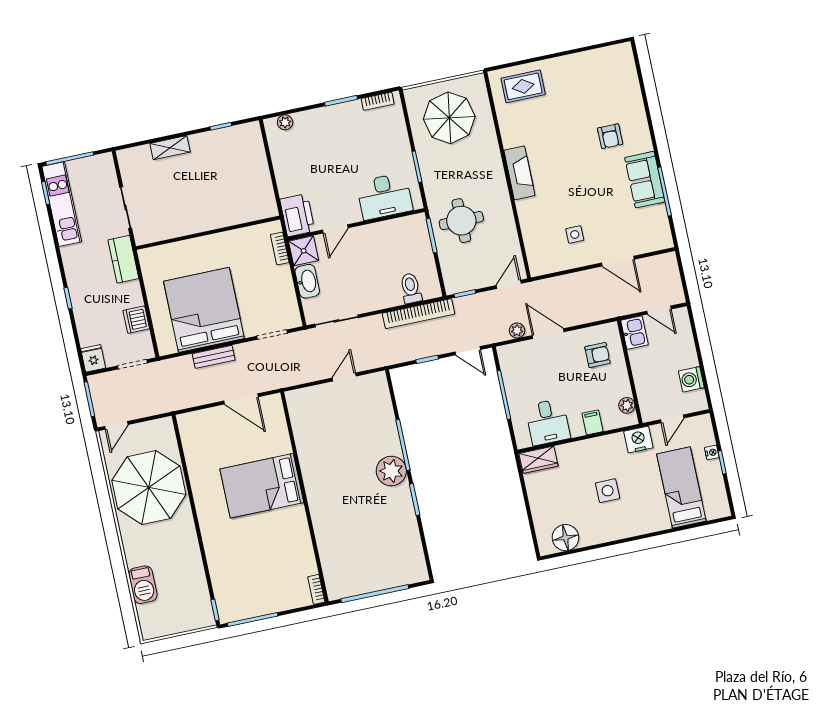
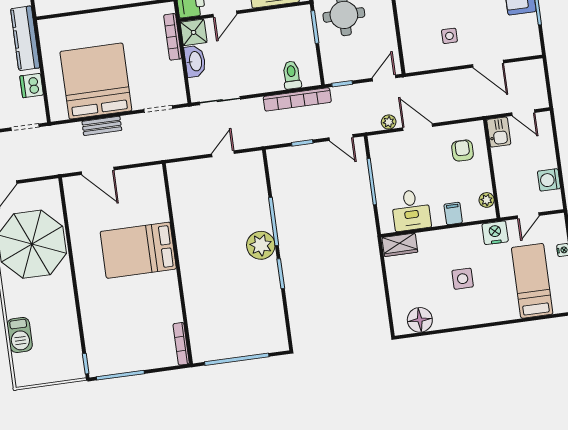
bookcase: (280, 248) -> (173, 37), width x1.56
kitchen counter: (123, 259) -> (25, 38), width x1.50
armchair: (598, 355) -> (463, 151), turned -90
door: (241, 399) -> (98, 171), moved
bookcase: (316, 589) -> (181, 344), width x1.56

